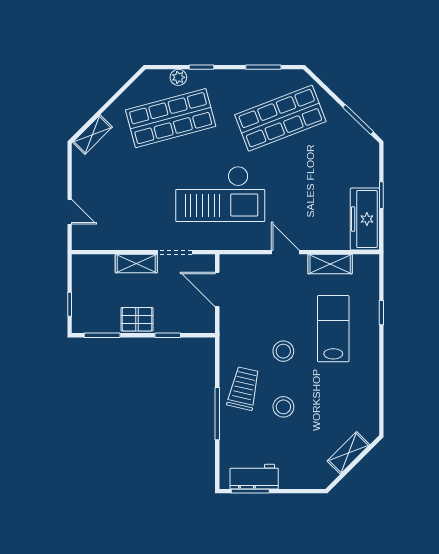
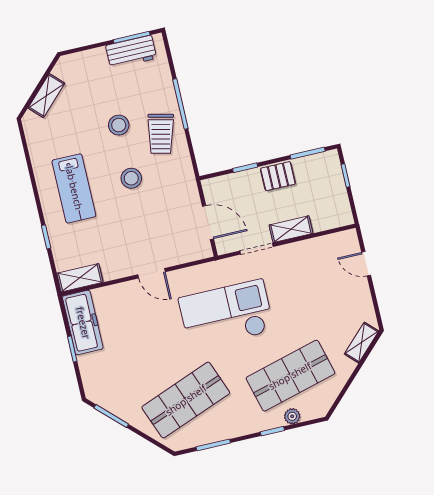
shelving: (330, 264) -> (80, 278), moved
lab bench: (333, 329) -> (74, 188), moved

